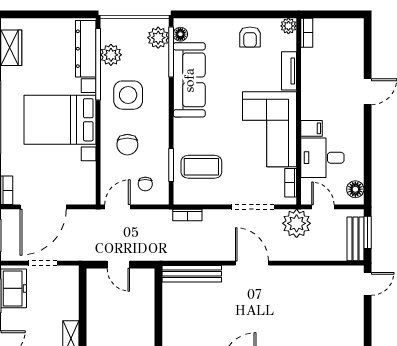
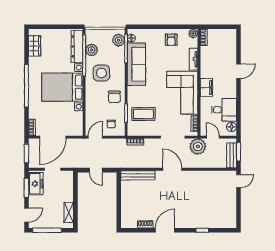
filing cabinet: (311, 128) -> (206, 88), width x2.00
chair: (127, 145) -> (114, 97), moved
desk: (322, 158) -> (224, 110), moved, turned 180

